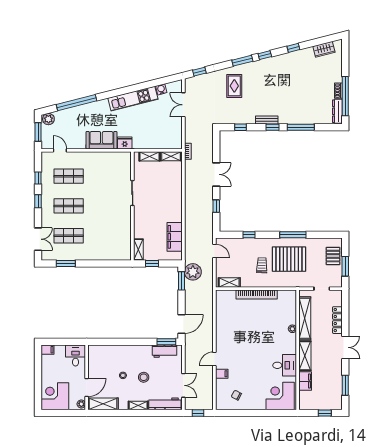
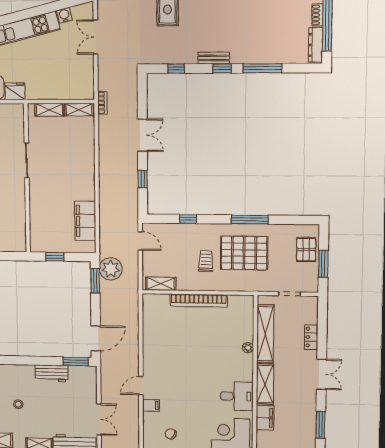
shelving: (138, 250) -> (36, 238), removed
locker: (337, 320) -> (311, 337), width x0.66
workbench: (164, 351) -> (52, 373), moved
stool: (144, 377) -> (46, 407), removed

